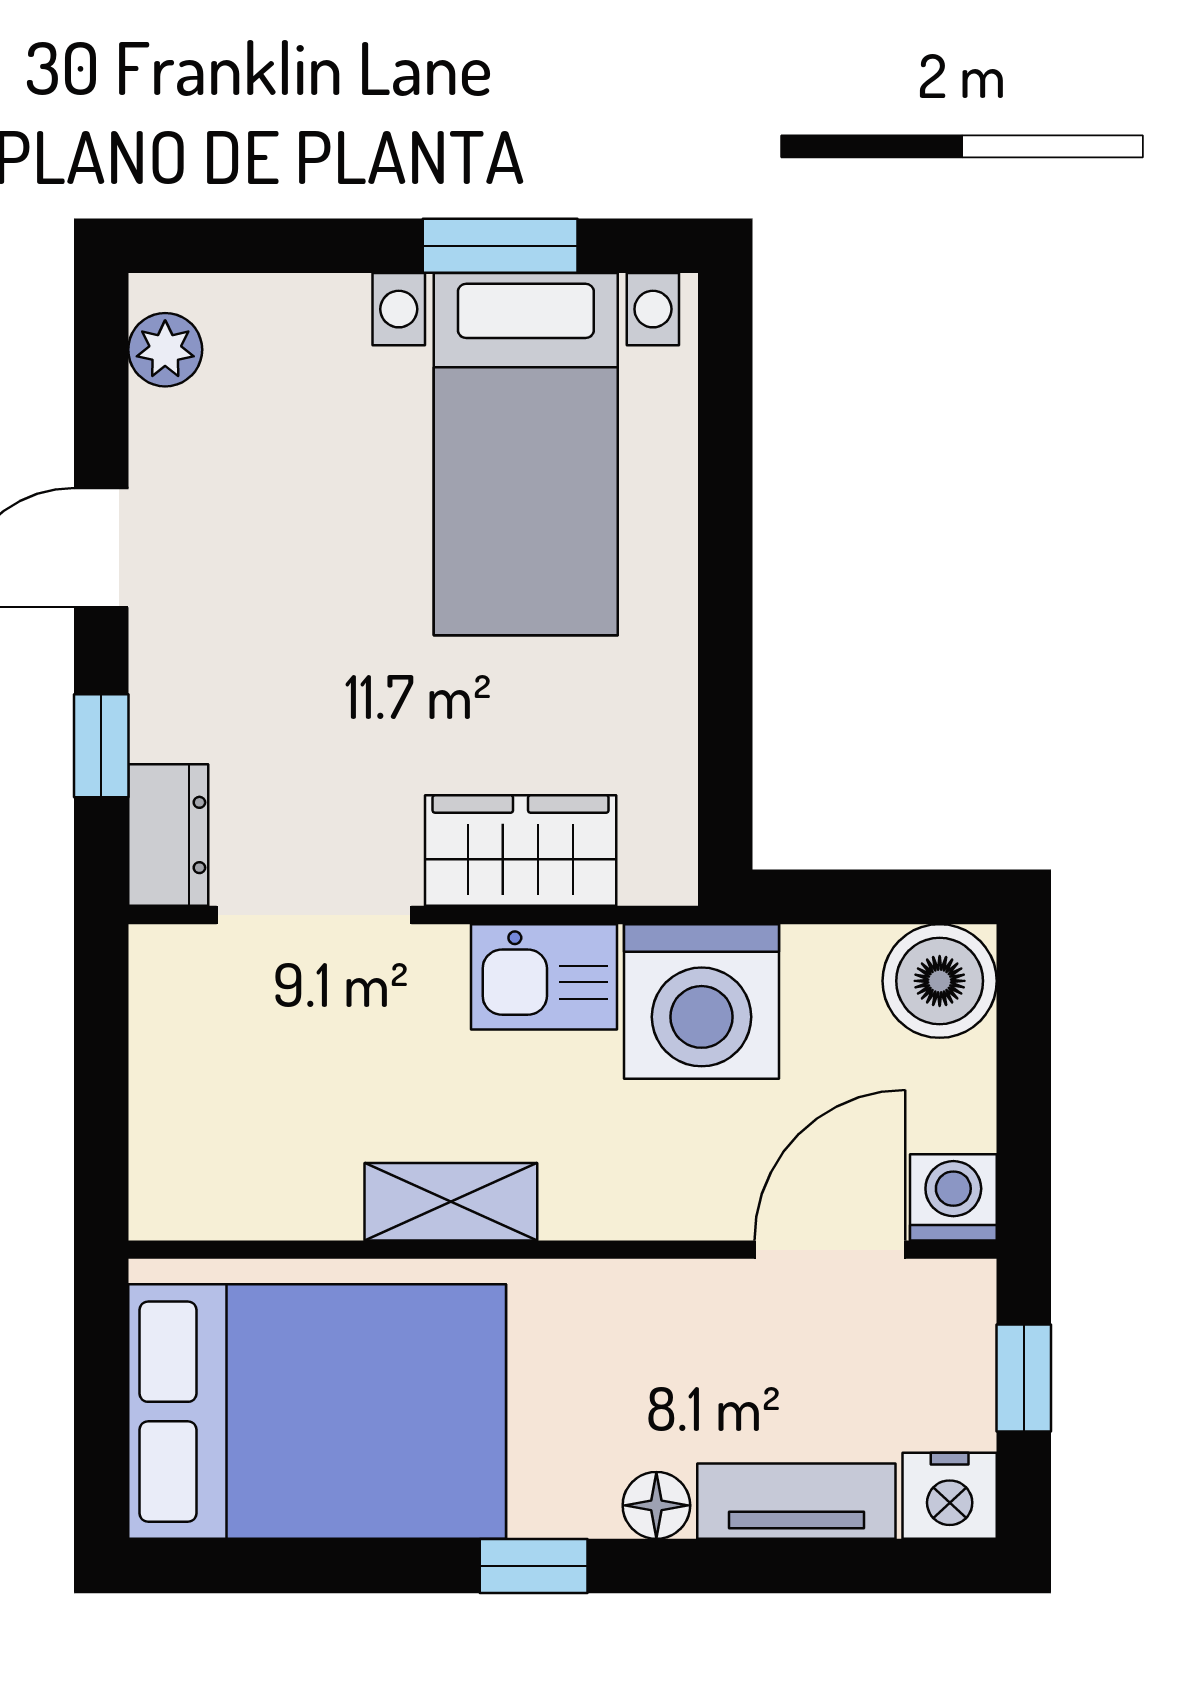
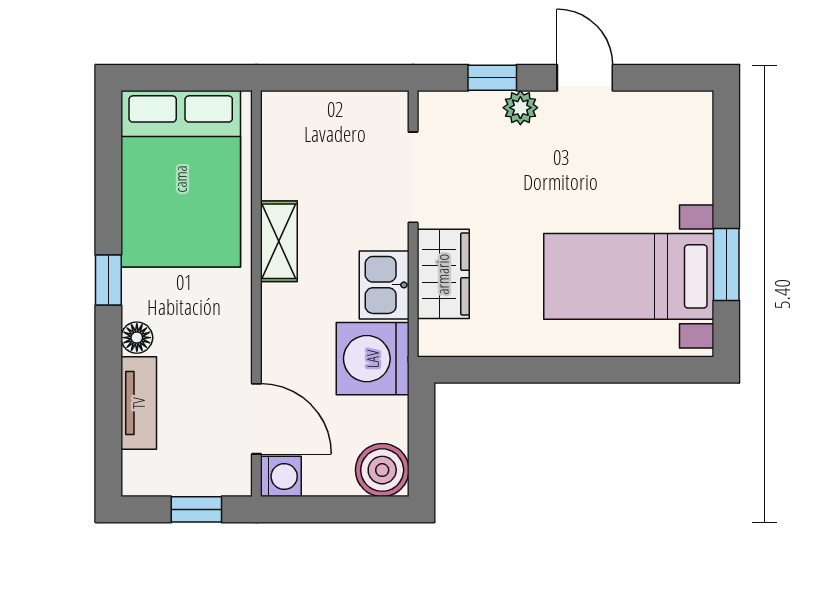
plant: (165, 350) -> (520, 108), moved
dresser: (168, 835) -> (451, 109), removed
nightstand: (950, 1496) -> (141, 475), removed

